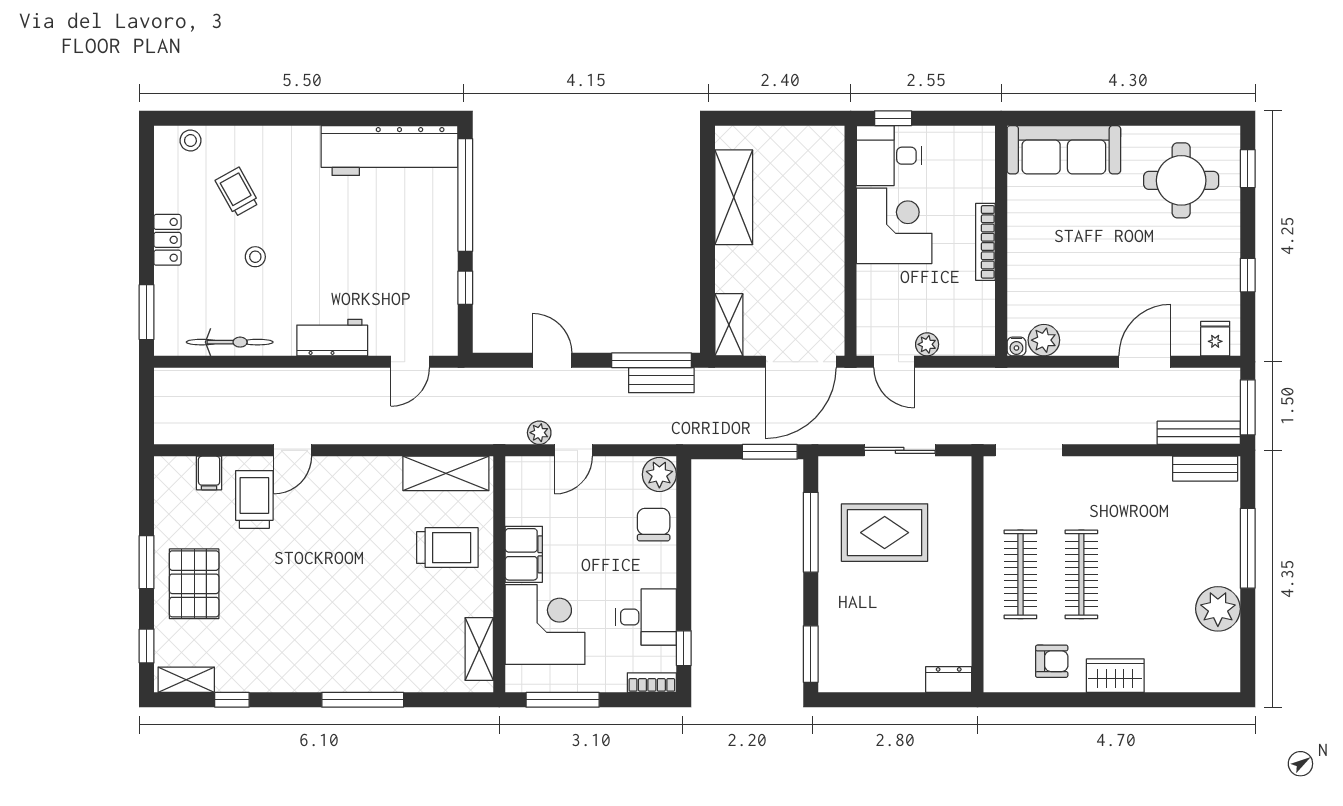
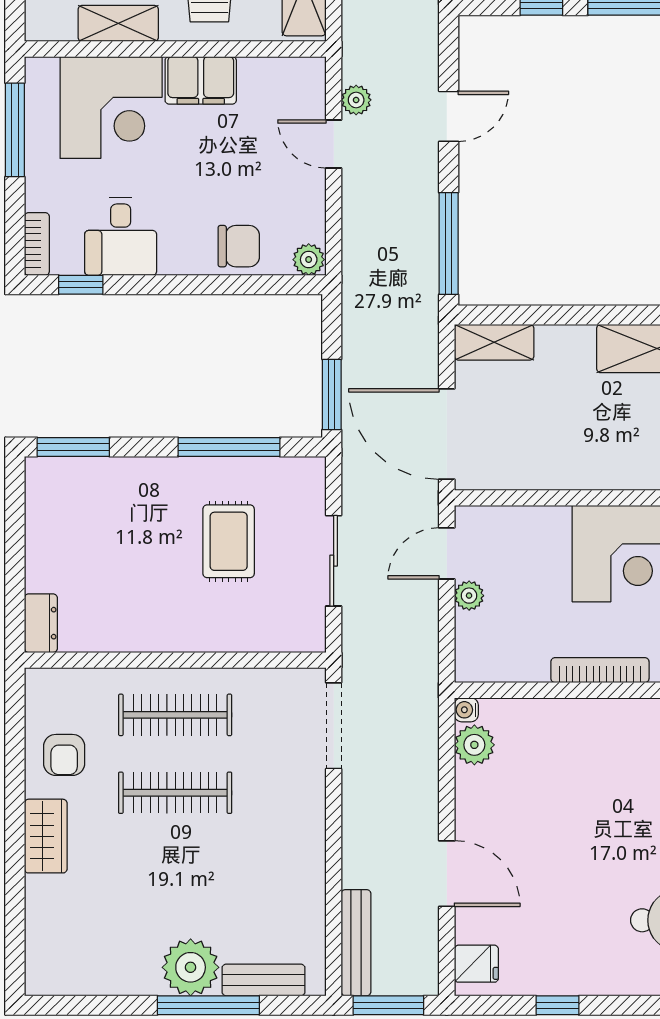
bench: (661, 380) -> (423, 256), removed
bench: (1205, 469) -> (263, 980), moved, turned 90
plant: (659, 474) -> (309, 260), width x0.73, depth x0.73
rug: (885, 533) -> (229, 541), width x0.73, depth x0.70
plant: (1218, 609) -> (191, 967), moved
shelving: (479, 649) -> (118, 23), moved

